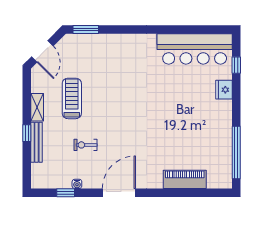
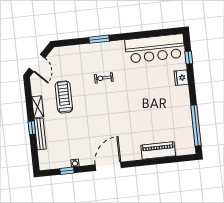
window: (86, 30) -> (99, 39), moved
exercise bike: (85, 145) -> (104, 78), moved

